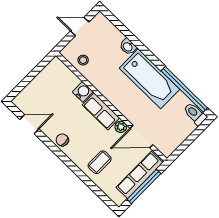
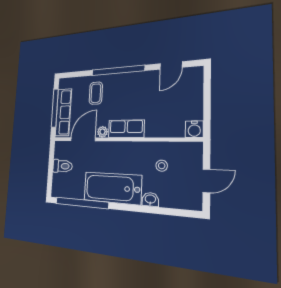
stool: (83, 60) -> (162, 166), moved
water cooler: (83, 92) -> (194, 129), moved
toilet: (195, 114) -> (63, 166), moved
chair: (62, 140) -> (135, 80), removed
window: (68, 162) -> (118, 70), added

